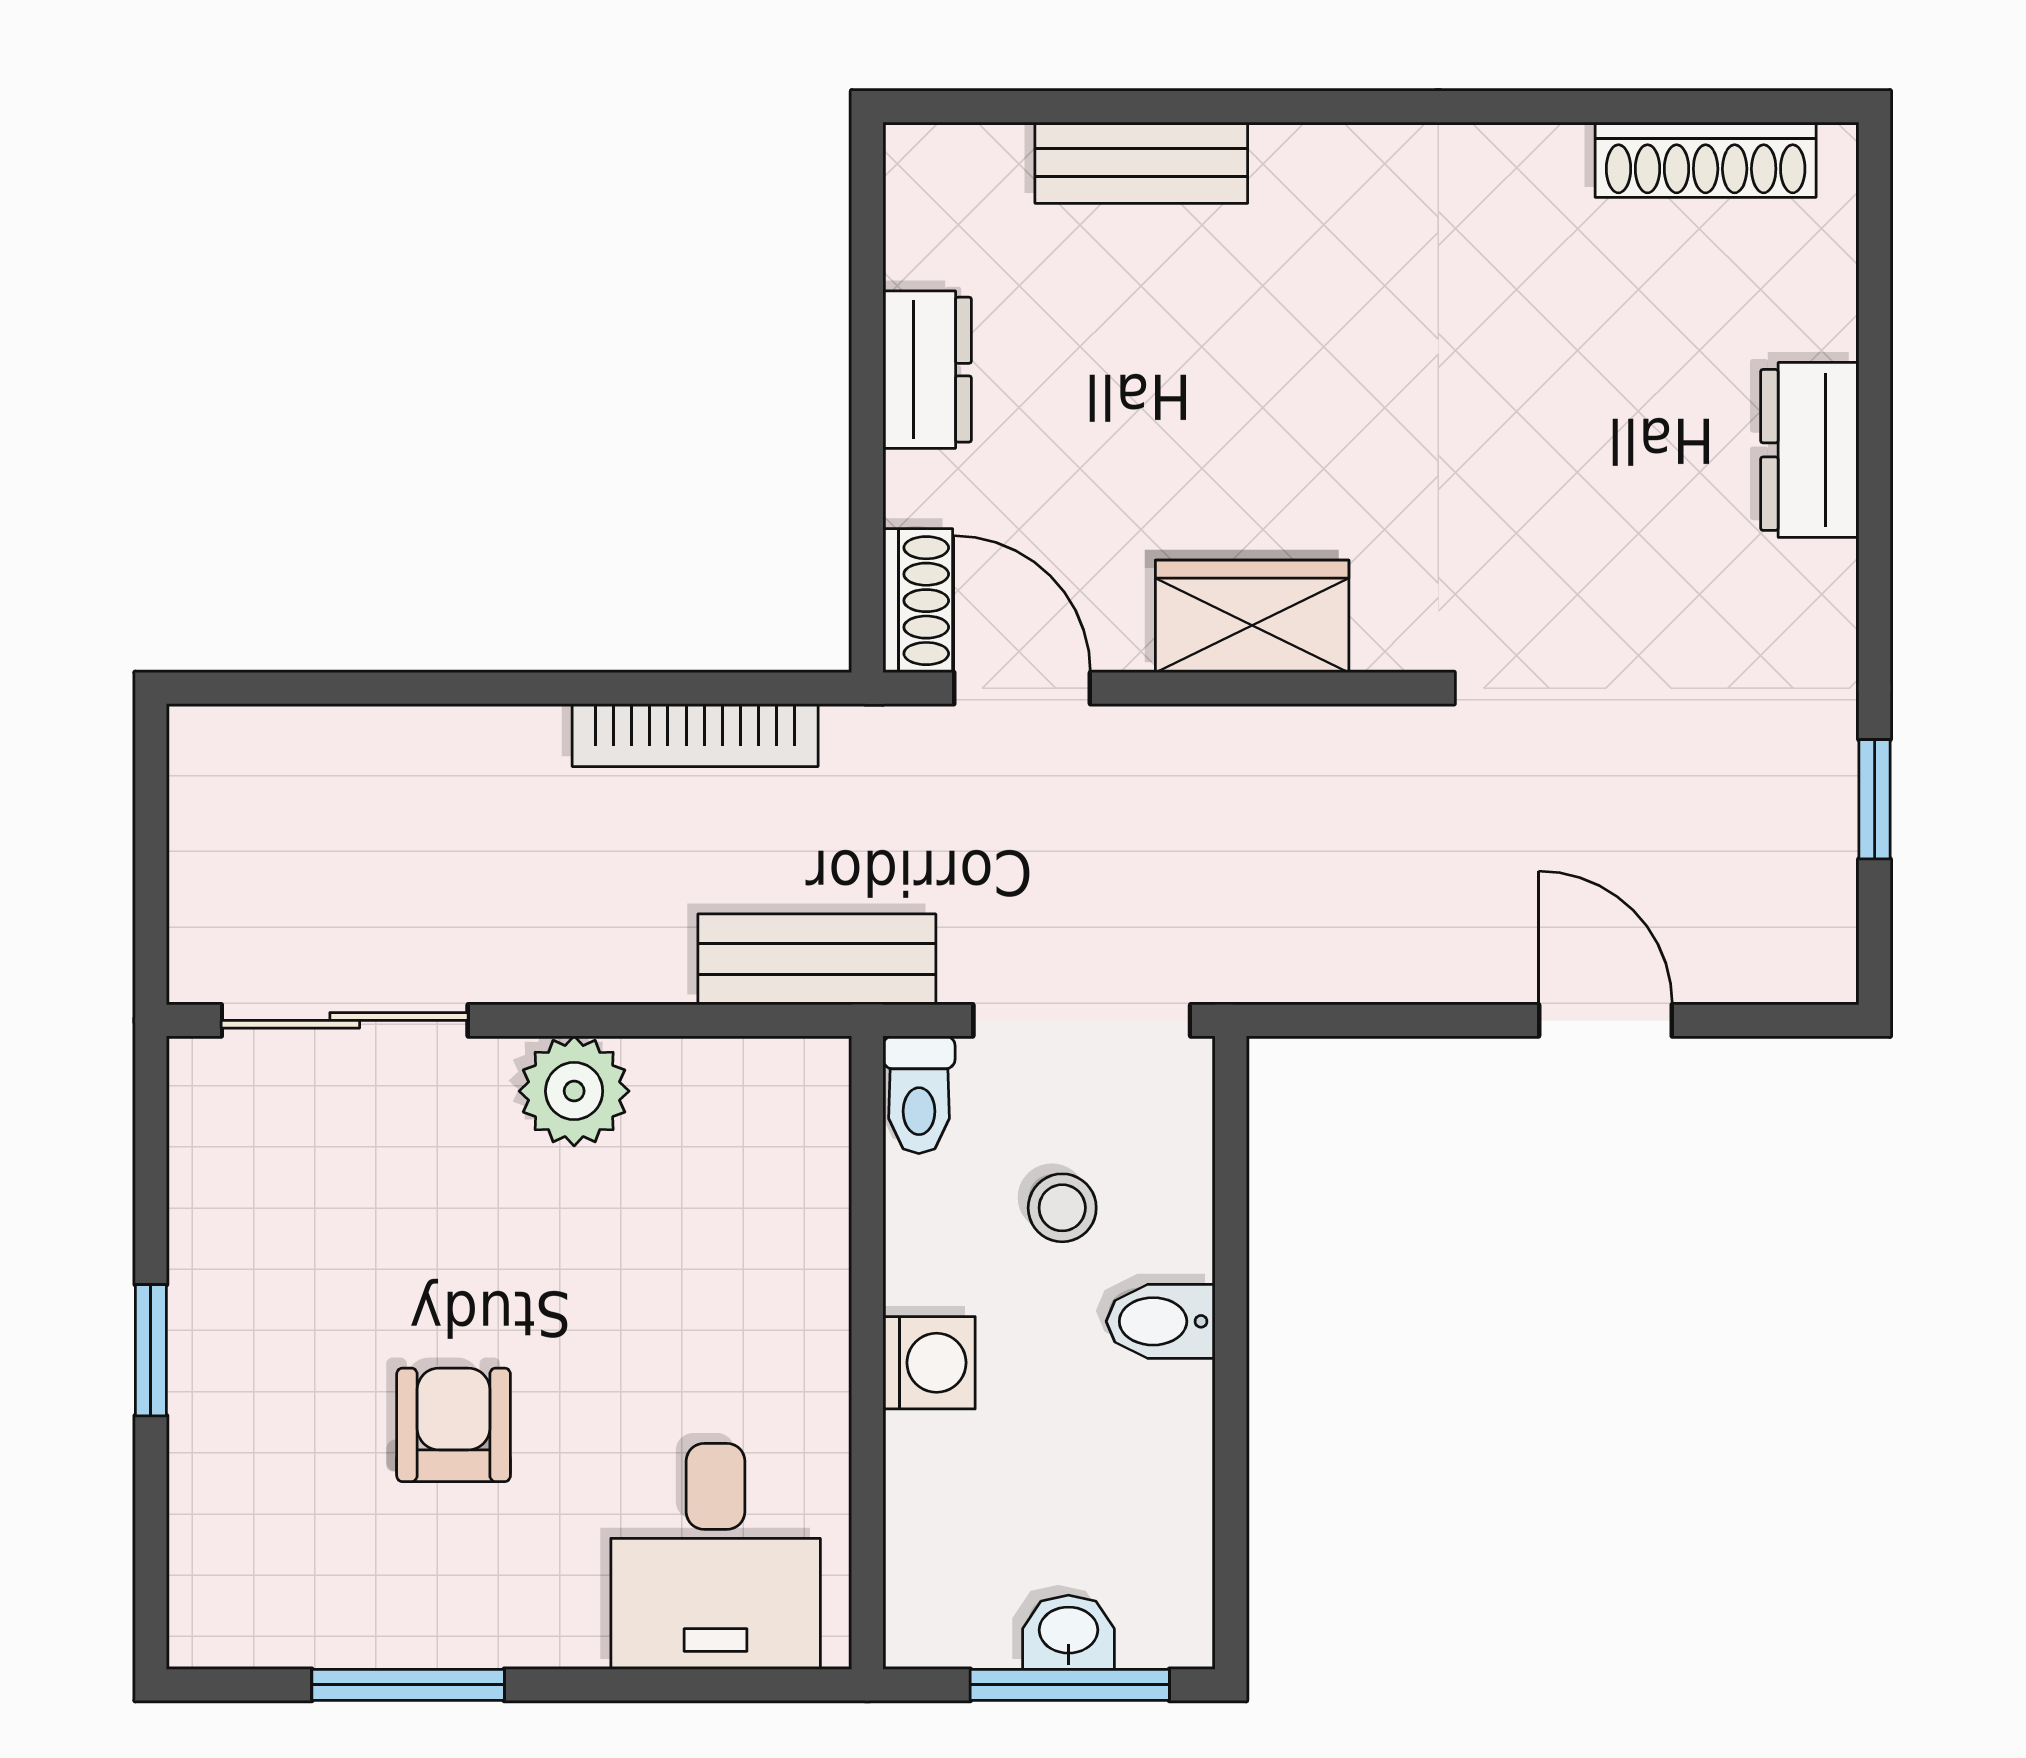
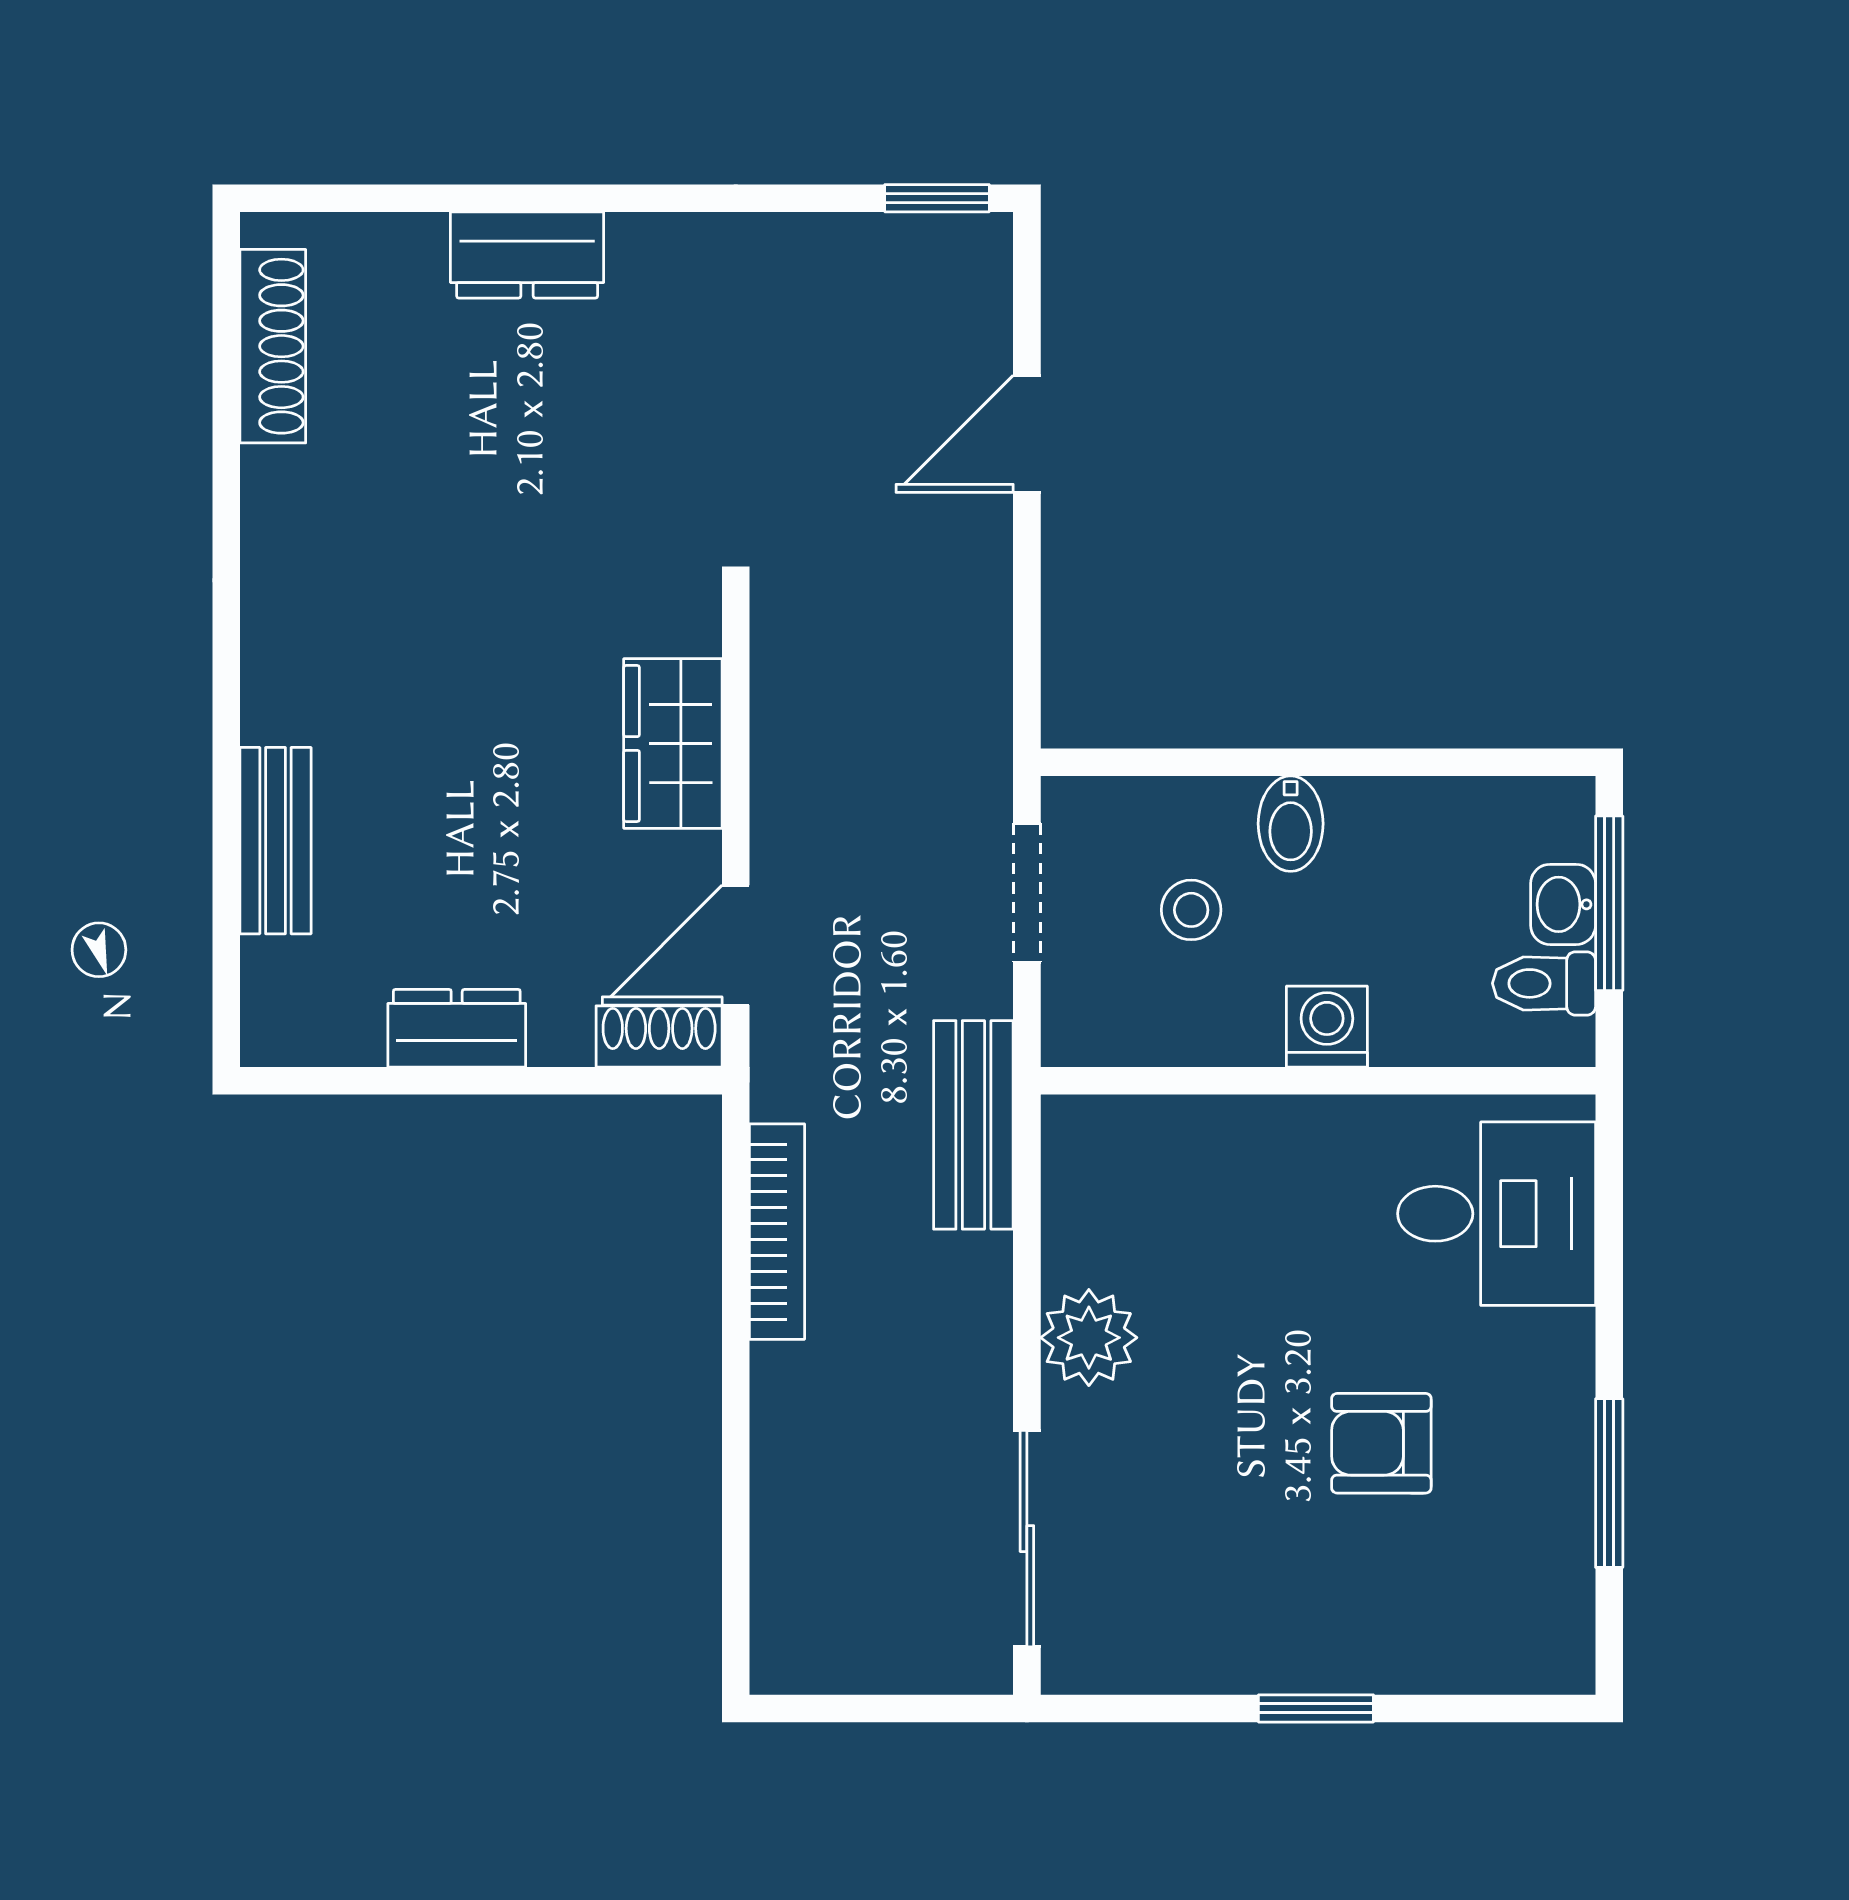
window: (1875, 799) -> (937, 198), moved
doorway: (1082, 1020) -> (1027, 893), width x0.73
toilet: (919, 1095) -> (1544, 983), moved, turned 180

